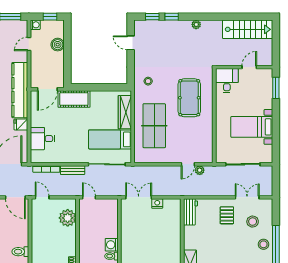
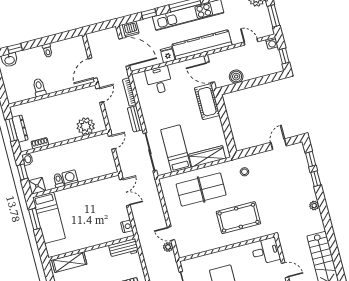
boiler: (58, 45) -> (236, 77), moved
nightstand: (157, 204) -> (127, 226), moved

